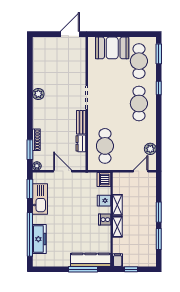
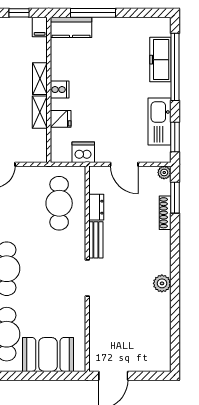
dishwasher: (104, 179) -> (83, 152), moved, turned -90
kitchen counter: (91, 260) -> (71, 27), width x0.67

